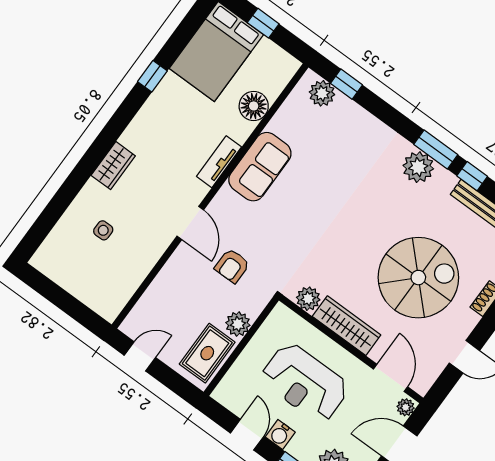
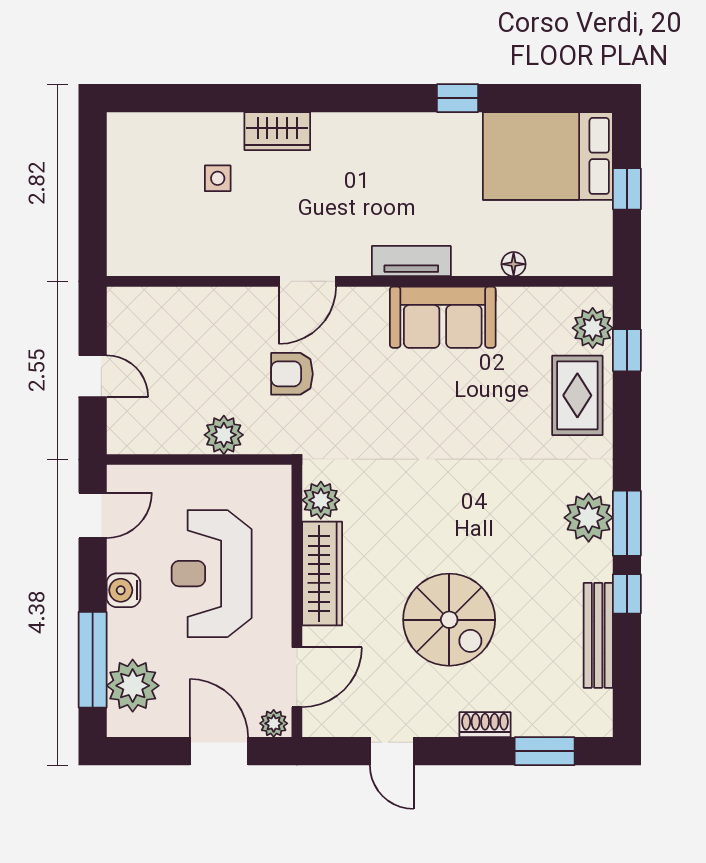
floor lamp: (254, 106) -> (514, 264), width x0.53, depth x0.53
wardrobe: (113, 166) -> (277, 131), moved
spiral stairs: (418, 278) -> (449, 620), width x0.73, depth x0.73
rug: (207, 353) -> (577, 395), moved, turned 90
door: (140, 356) -> (93, 376), moved
door: (247, 435) -> (93, 515), moved

